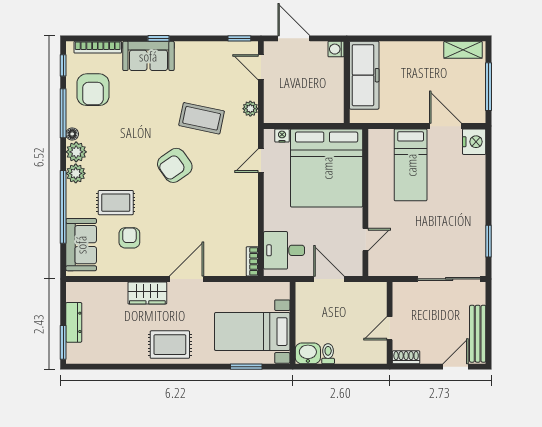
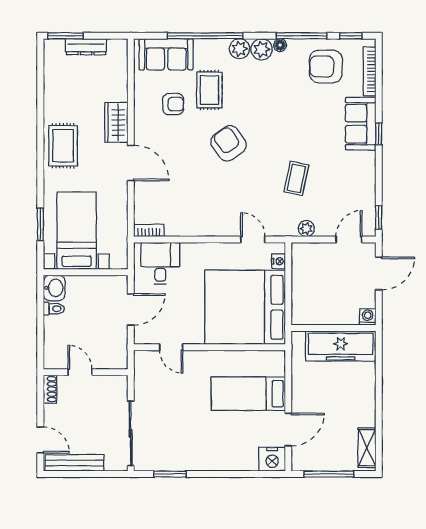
coffee table: (202, 118) -> (296, 178), width x0.73, depth x0.77
armchair: (175, 165) -> (229, 143), moved

